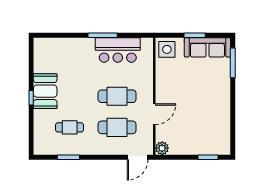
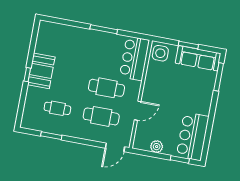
bar counter: (118, 50) -> (134, 58), moved, turned 90
bar counter: (217, 131) -> (193, 136), added
plant: (162, 148) -> (157, 147), moved

